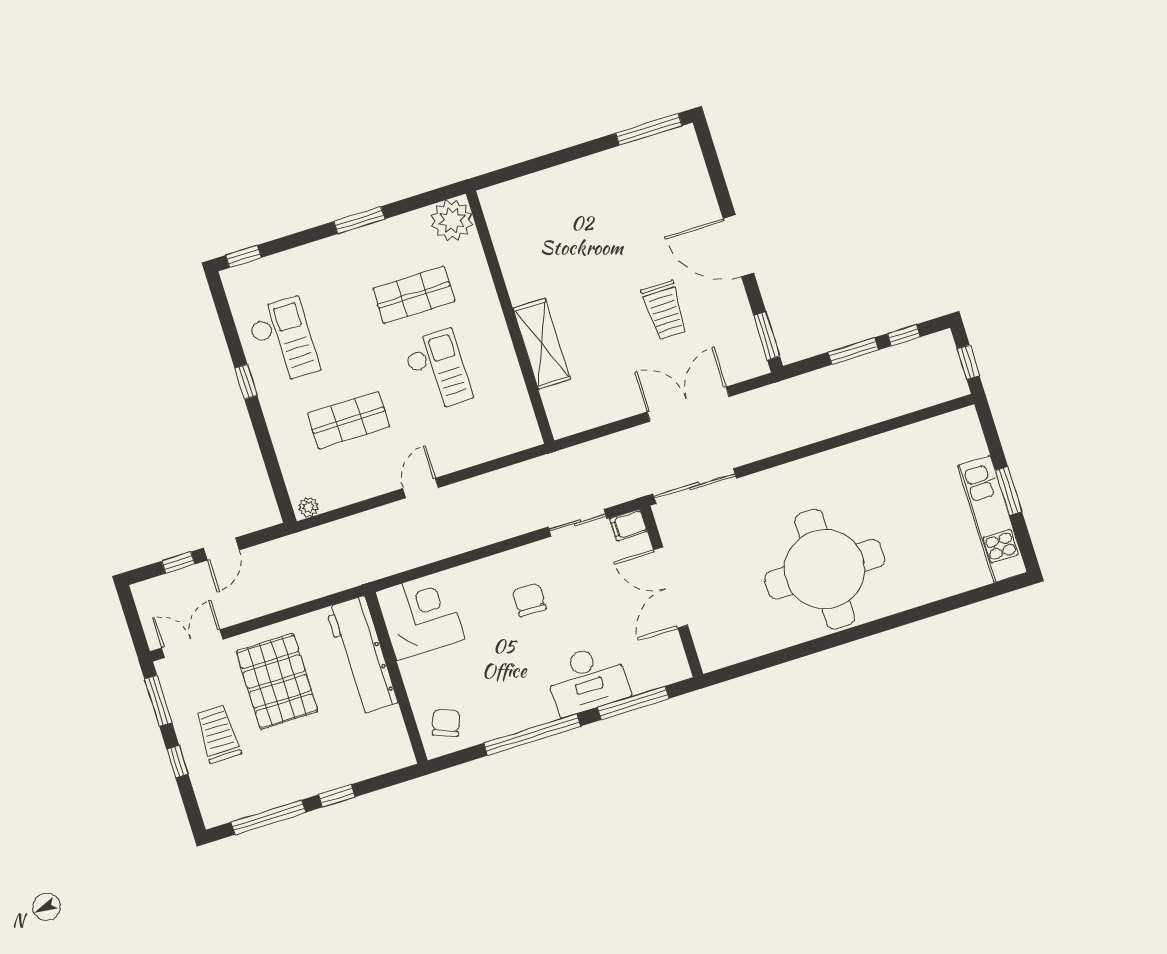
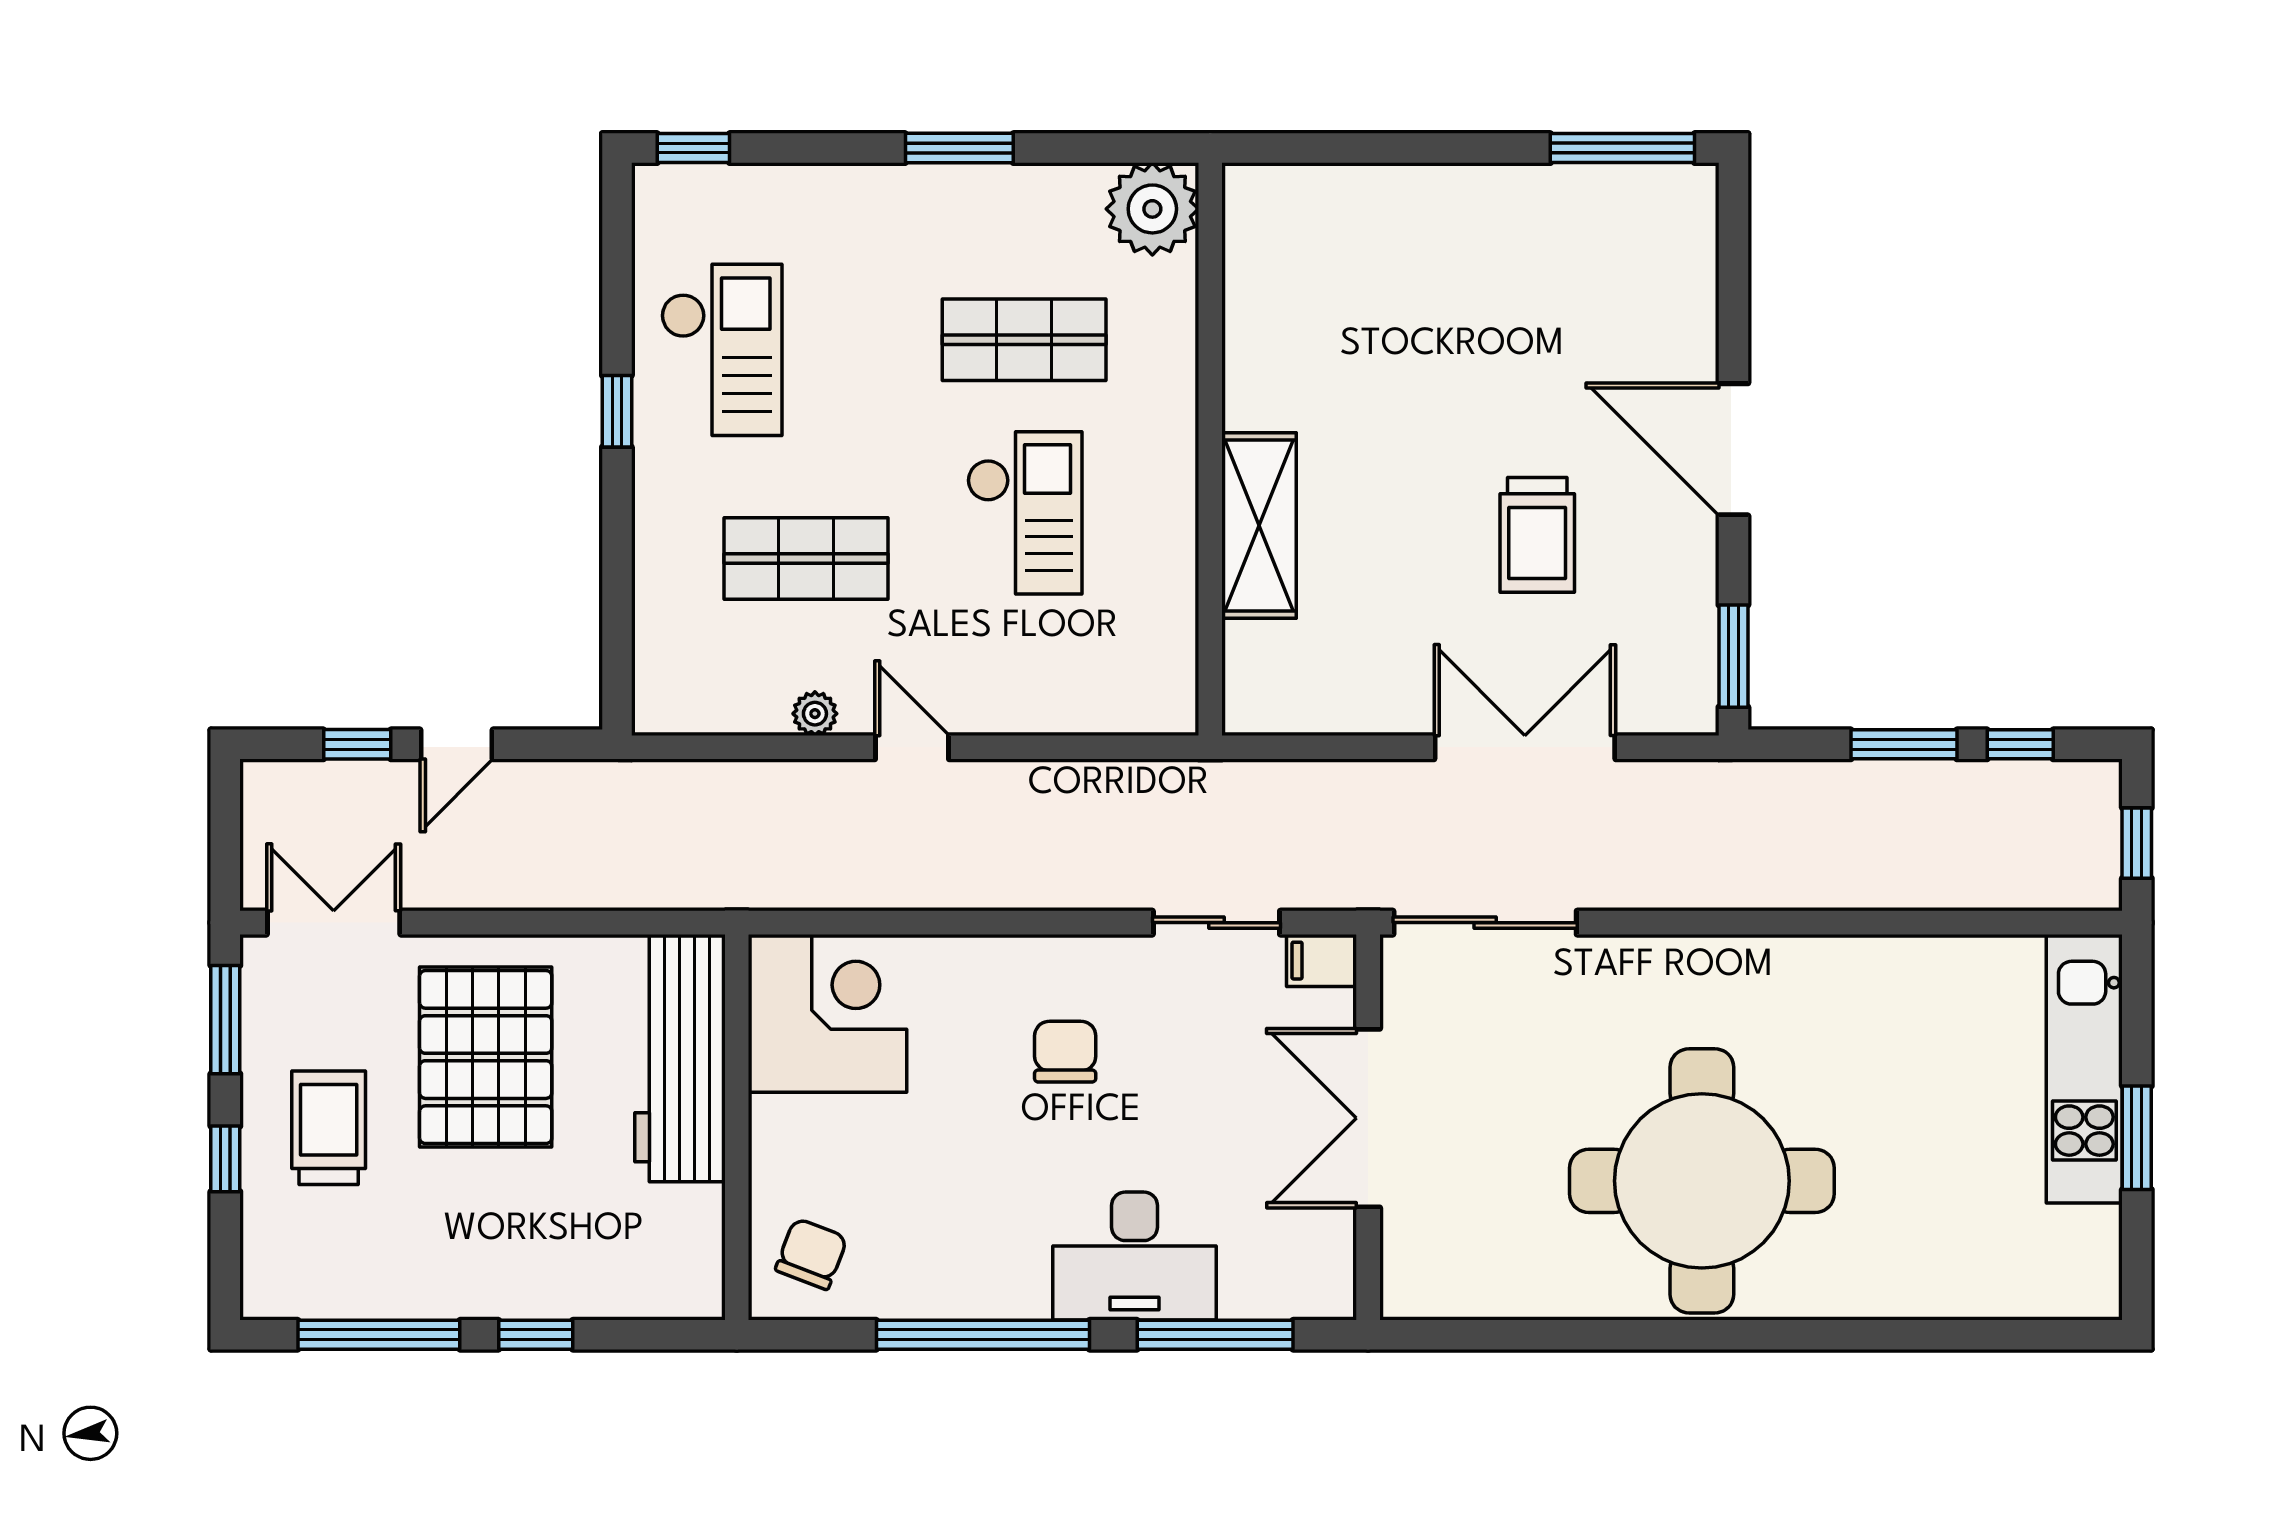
door: (421, 488) -> (912, 747), hinge flipped
plant: (308, 507) -> (815, 714), moved
kitchen unit: (992, 519) -> (2084, 1069), moved

